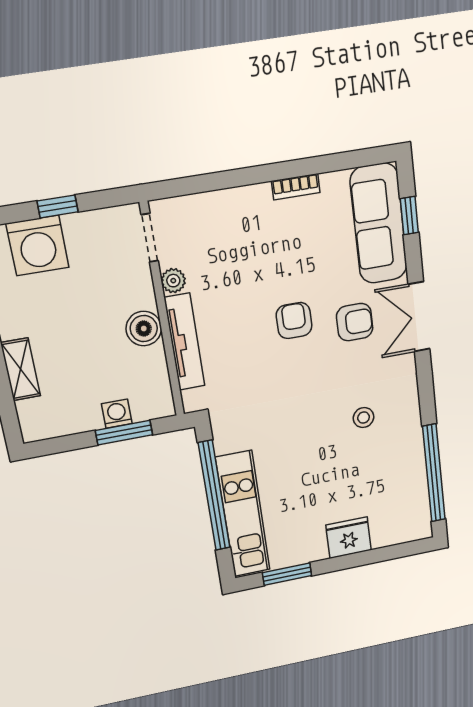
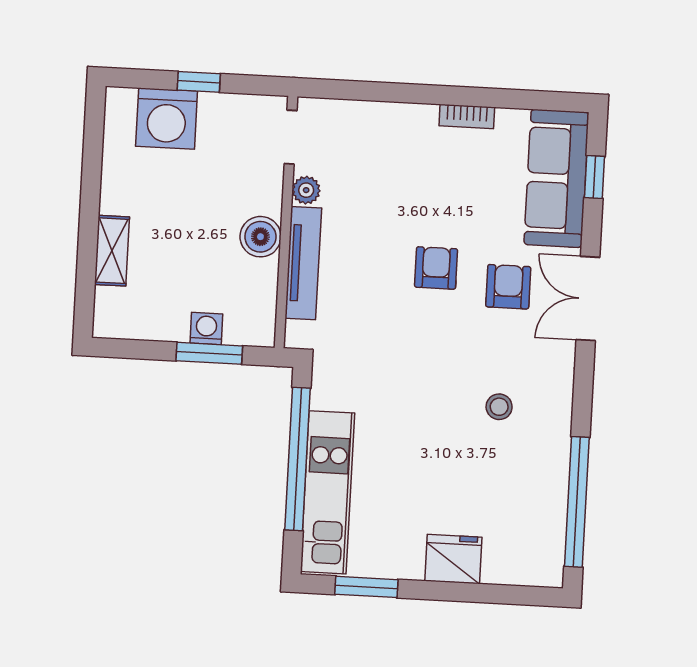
armchair: (355, 322) -> (508, 287), turned -90

